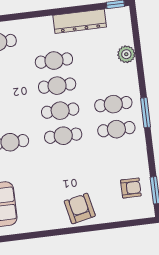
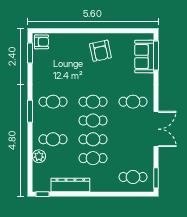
cafe table: (113, 104) -> (53, 139), moved
armchair: (131, 188) -> (41, 42), moved, turned 180
armchair: (80, 209) -> (100, 51), moved

